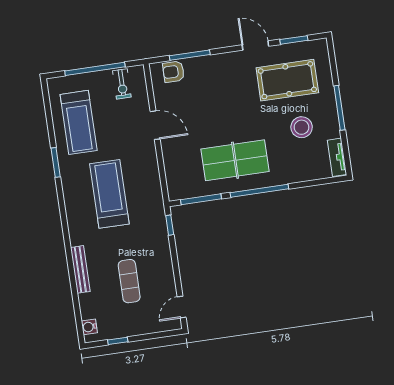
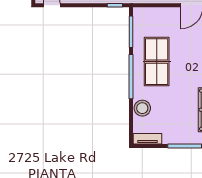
stool: (302, 127) -> (142, 108), moved

